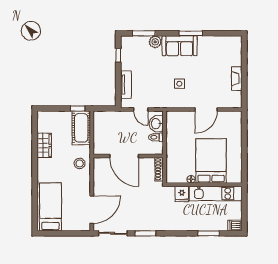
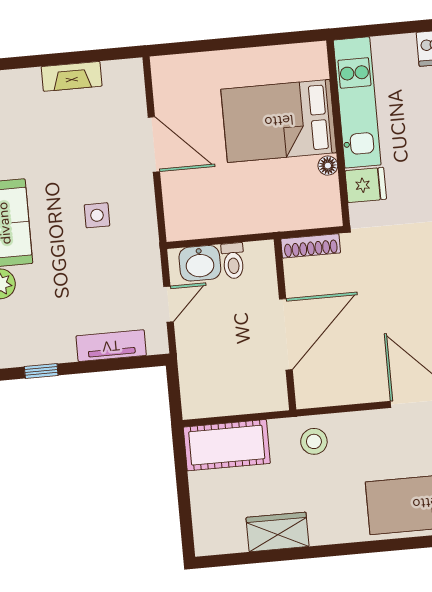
window: (78, 109) -> (180, 458), removed

